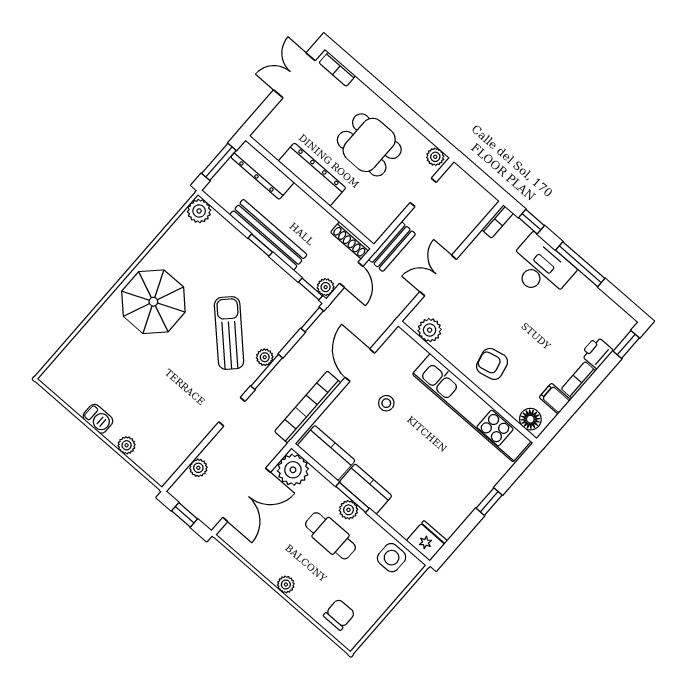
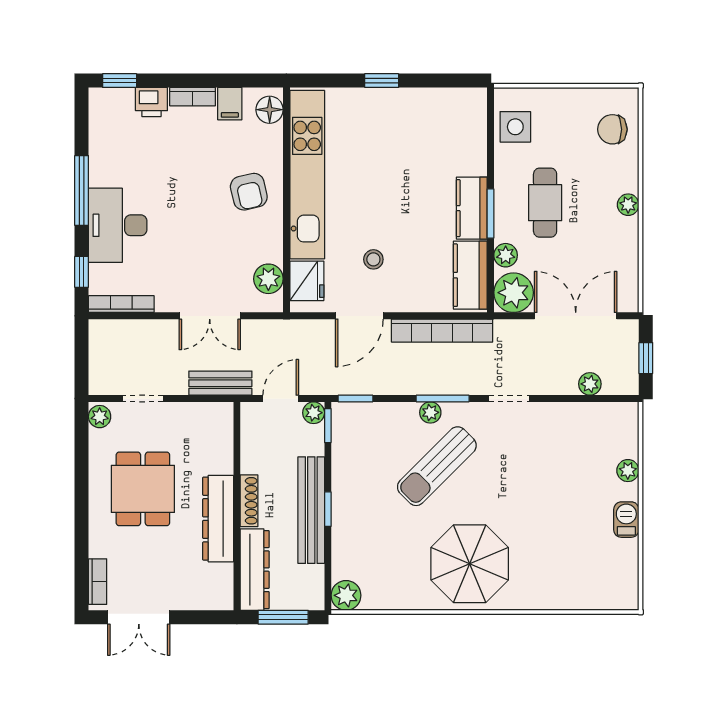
bookcase: (498, 222) -> (121, 304), width x1.56
shoe rack: (350, 240) -> (249, 501), moved
plant: (349, 510) -> (506, 255), moved
fridge: (427, 541) -> (307, 281), moved, turned 180

